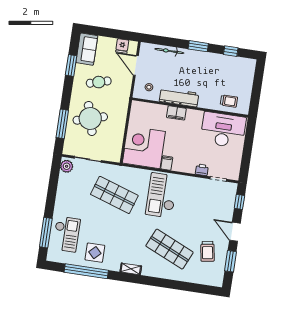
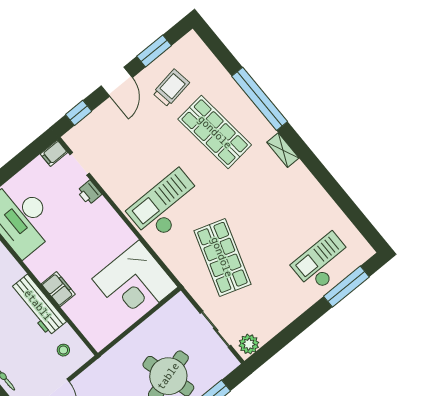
filing cabinet: (167, 163) -> (54, 153), moved
checkout: (162, 195) -> (166, 205), turned 180
shop shelf: (169, 249) -> (215, 132), turned -30
display table: (95, 253) -> (309, 209), removed
window: (86, 271) -> (260, 99), moved

